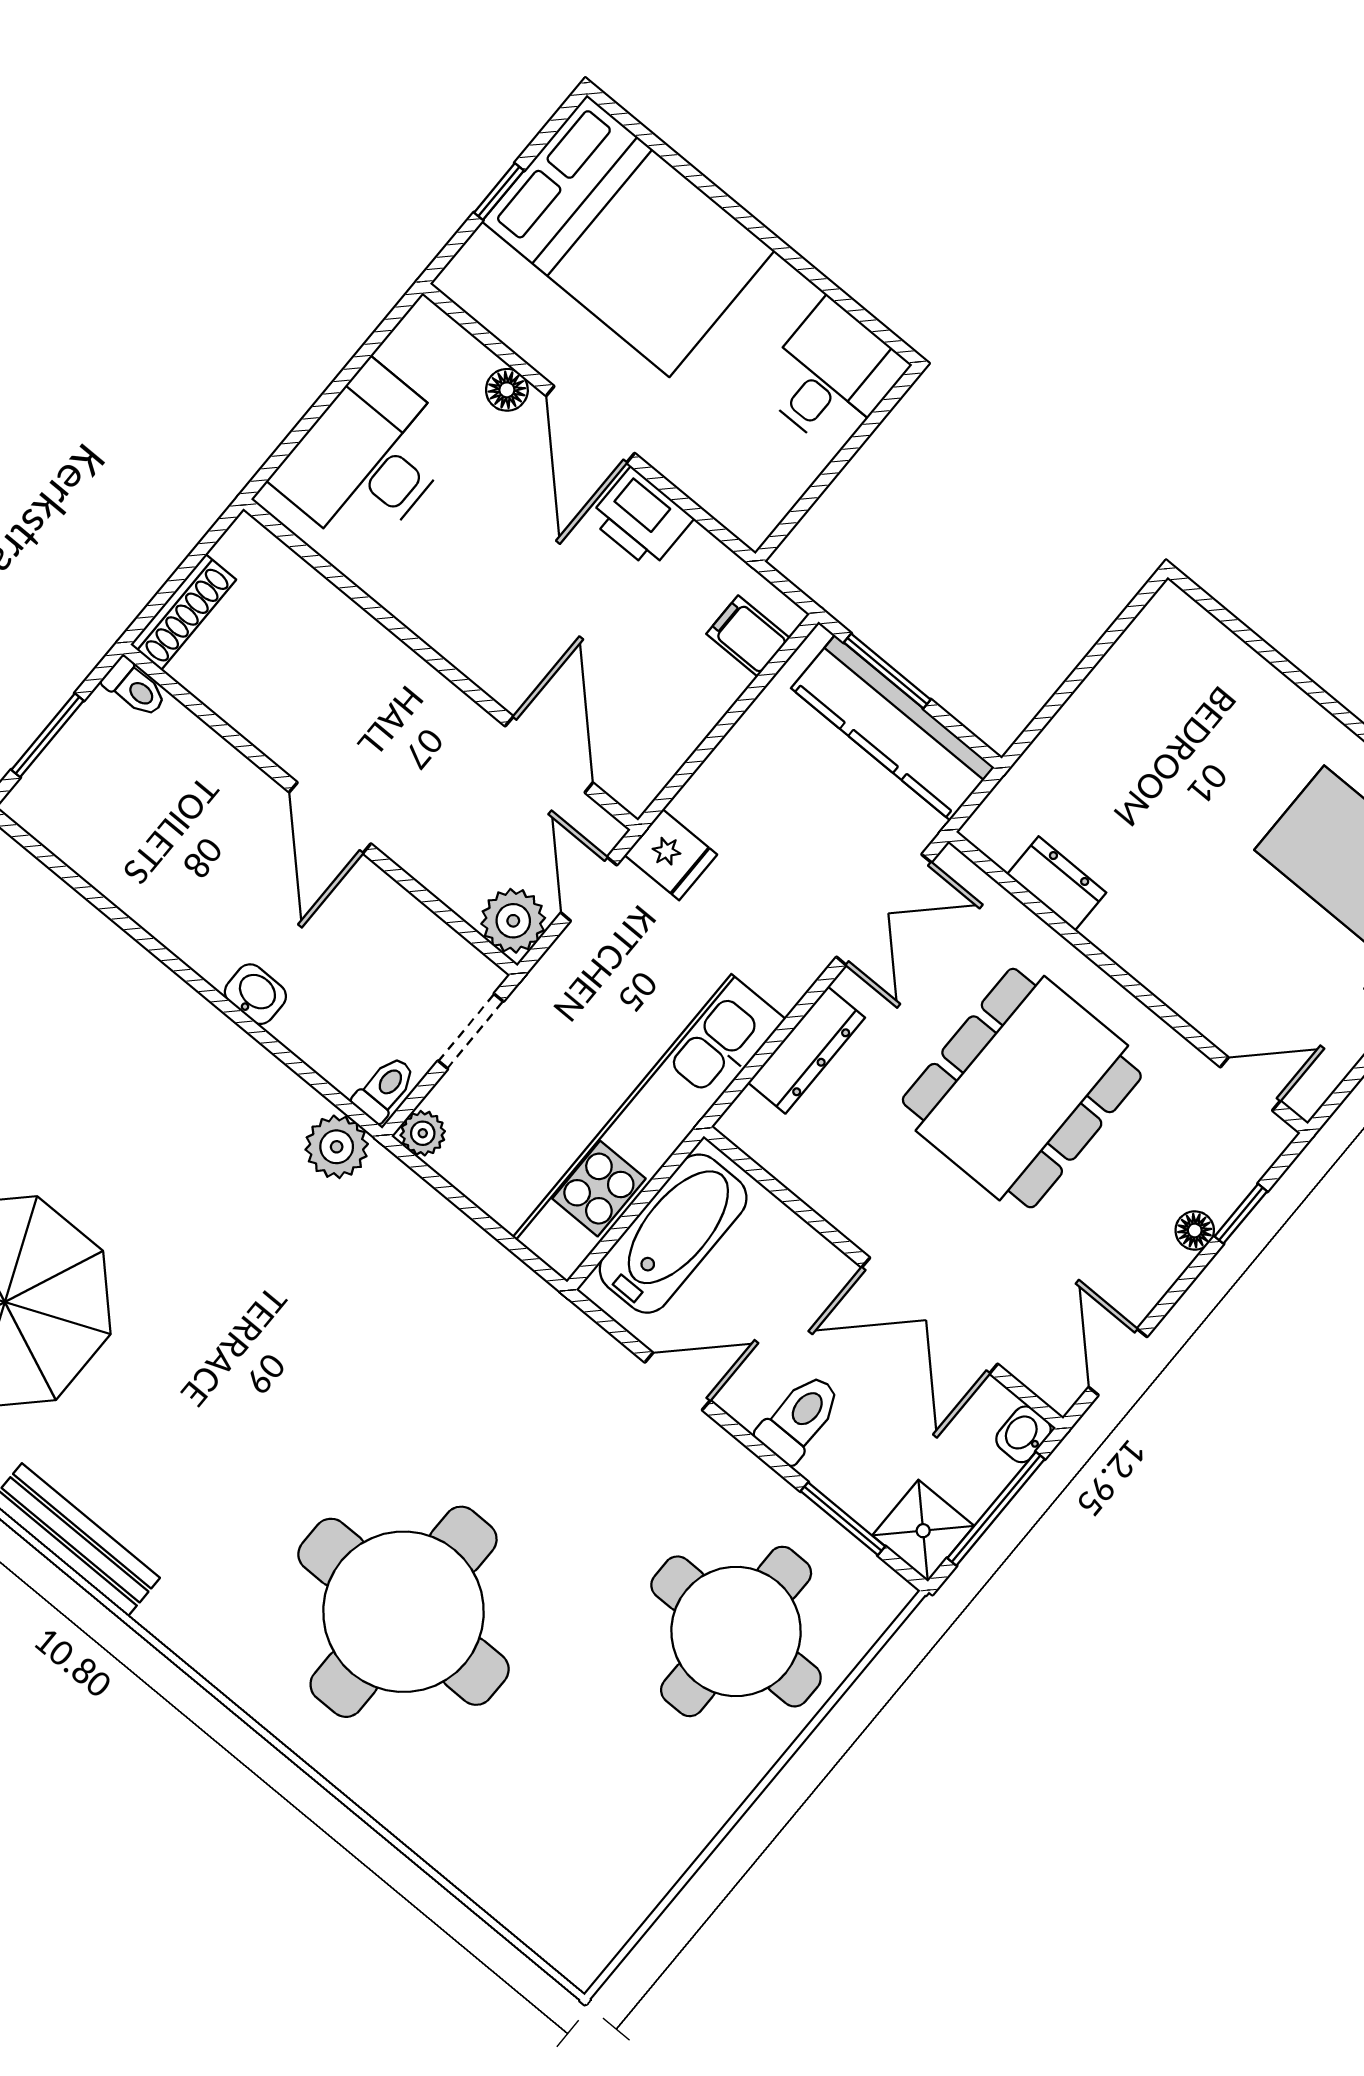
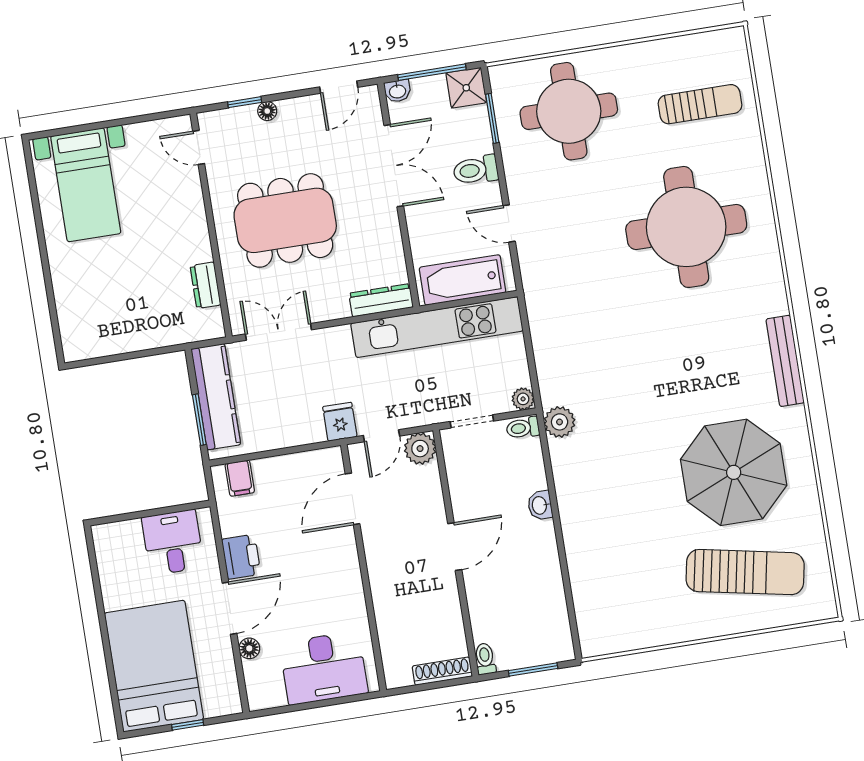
desk: (831, 375) -> (173, 542), moved, turned 90
dresser: (806, 1050) -> (381, 300), moved
sun lounger: (546, 1817) -> (700, 104), added

